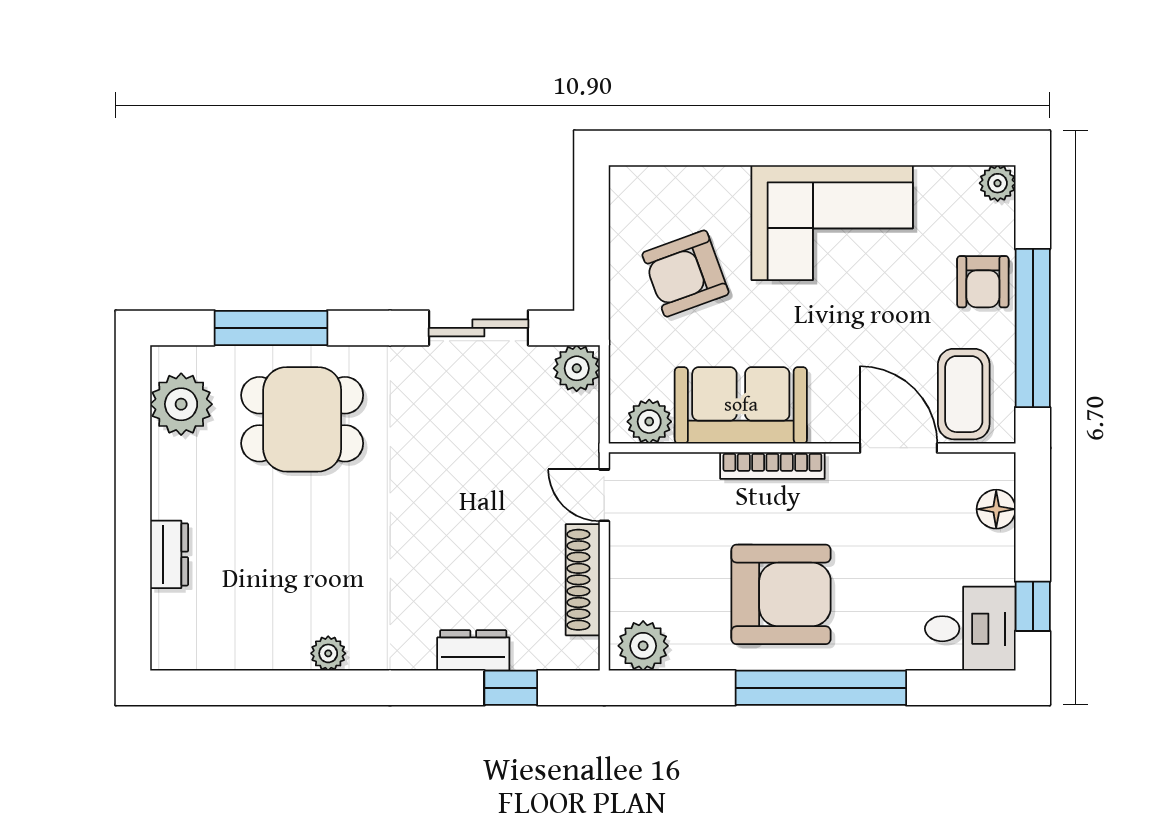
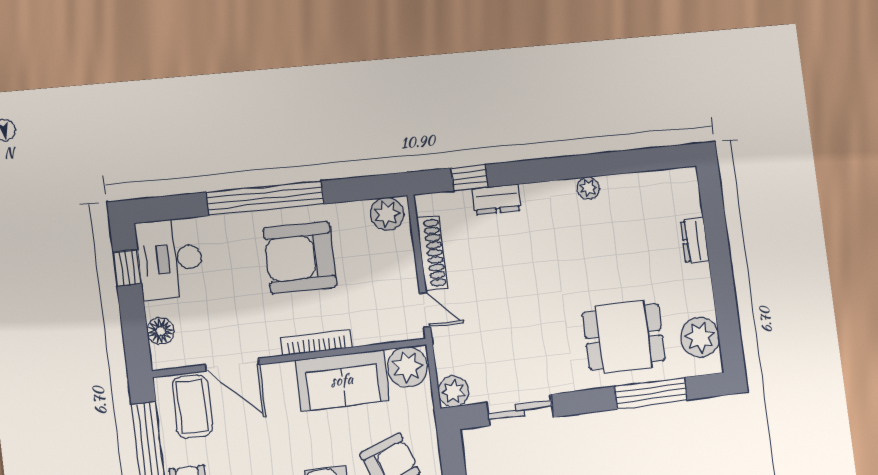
plant: (649, 422) -> (408, 367), width x1.36, depth x1.36
desk: (970, 629) -> (170, 259), width x1.37

